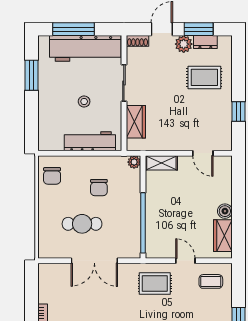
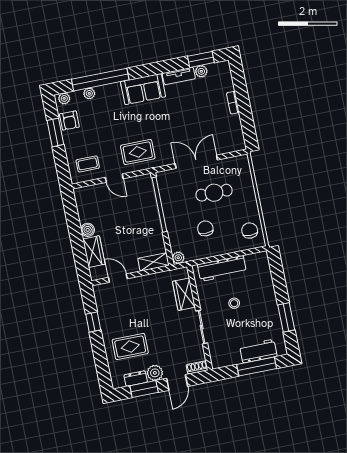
workbench: (85, 48) -> (258, 351), width x0.53, depth x0.76
wardrobe: (223, 236) -> (94, 252), moved

